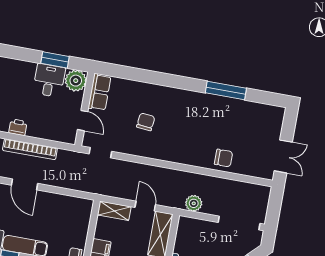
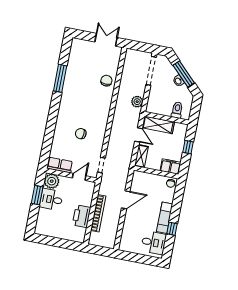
printer: (18, 127) -> (82, 216), width x1.87, depth x1.48
door: (25, 184) -> (126, 200), moved
door: (145, 206) -> (138, 135), swing flipped

